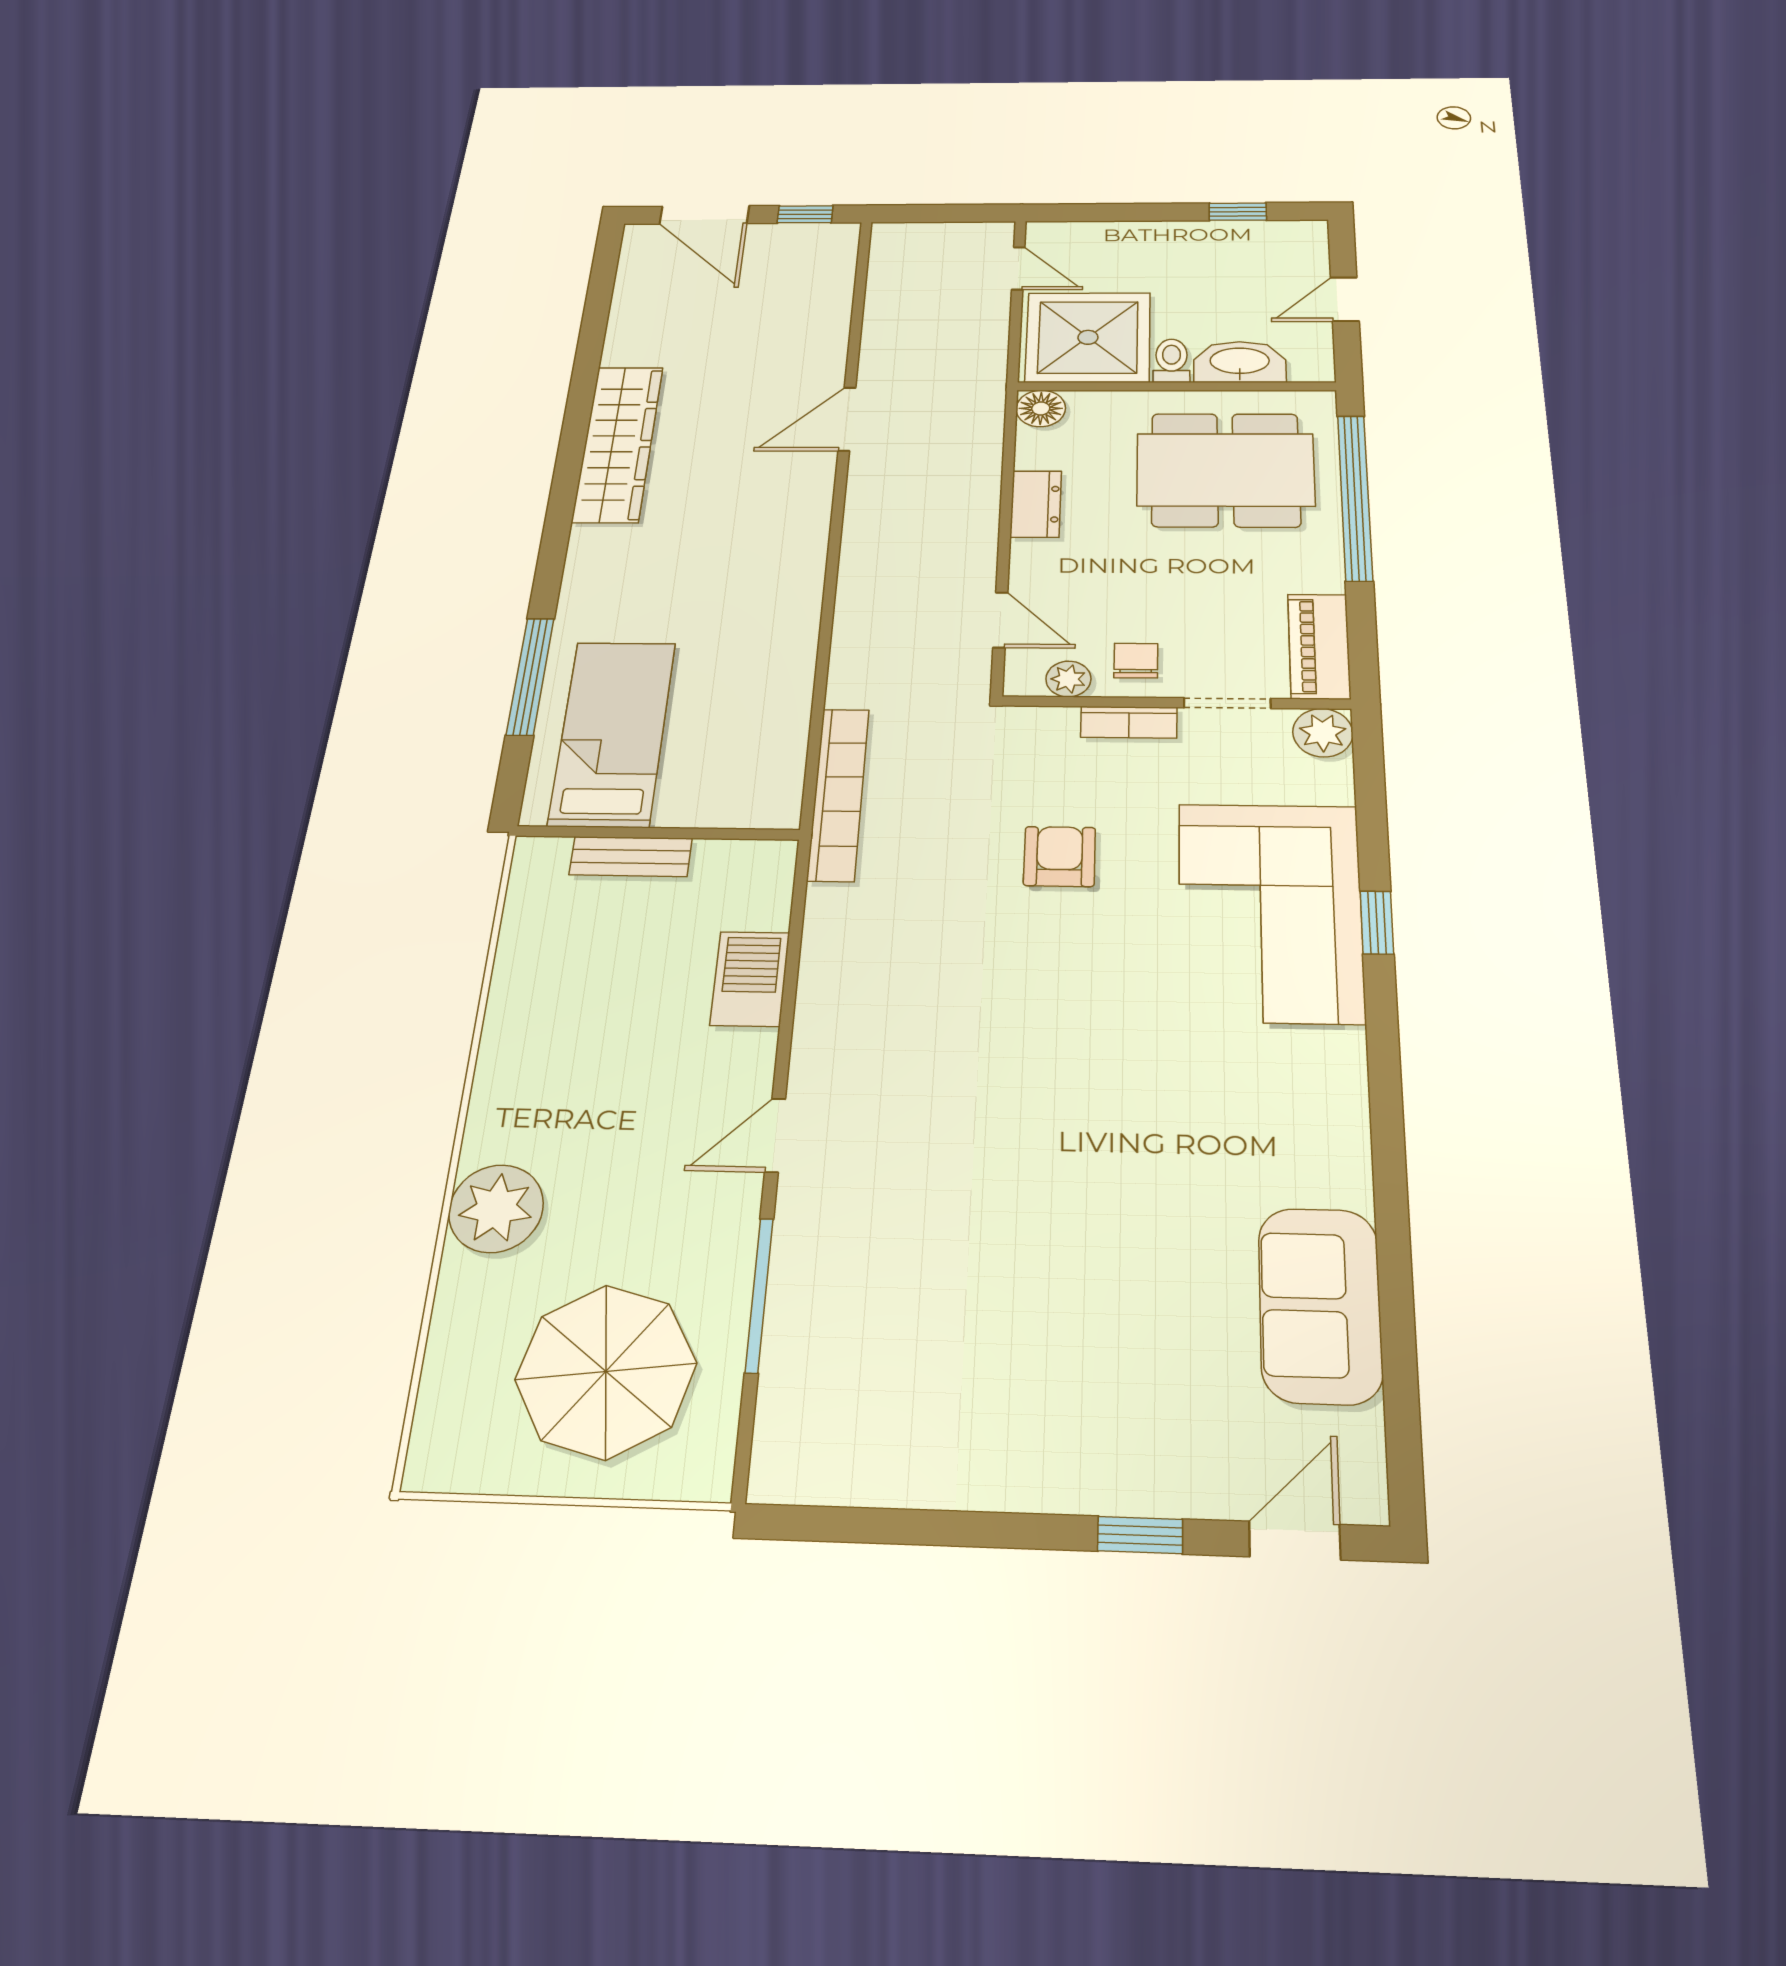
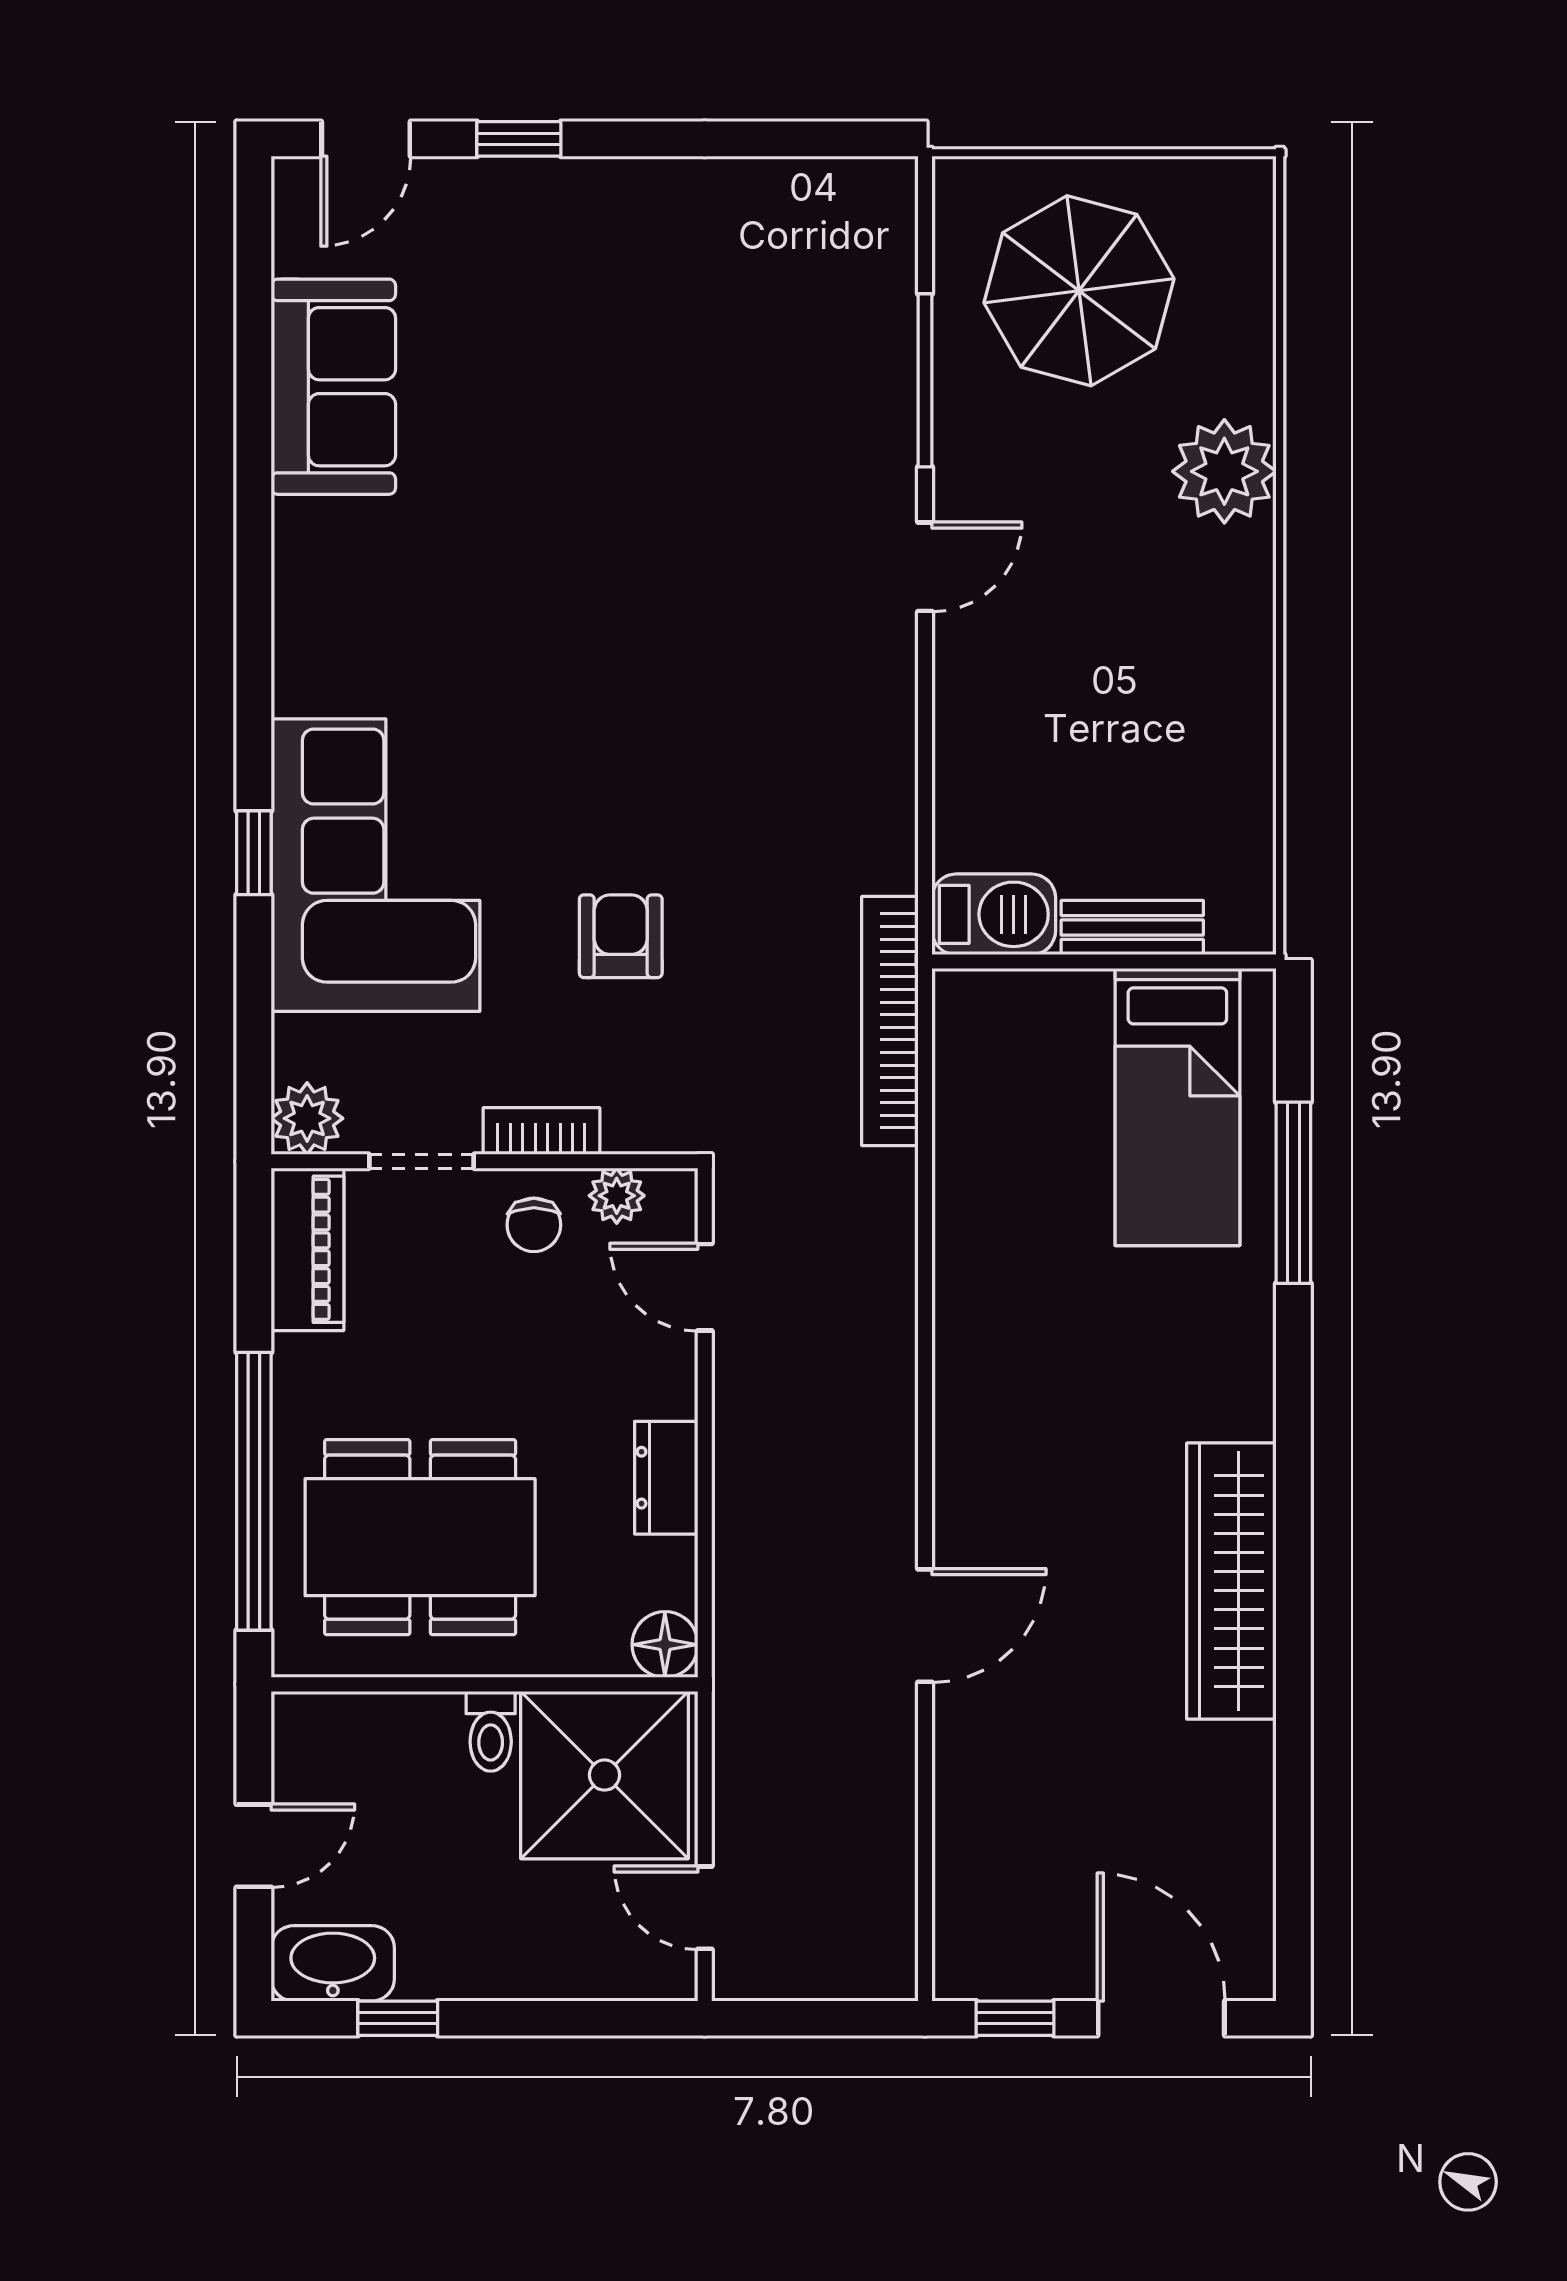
washbasin: (1240, 362) -> (333, 1963), moved, turned 180
armchair: (1060, 856) -> (621, 936), turned 180
barbecue: (750, 979) -> (994, 914), moved, turned -90

